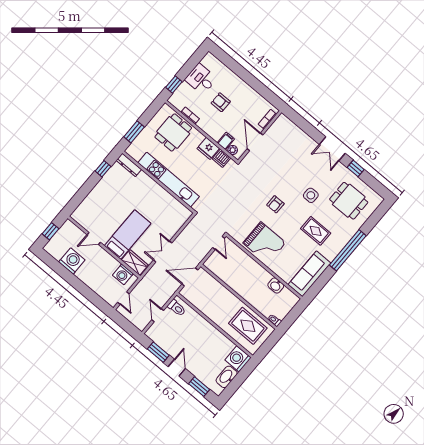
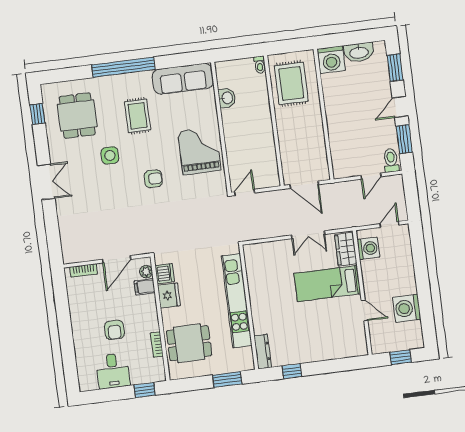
window: (356, 168) -> (37, 114), moved
toilet: (177, 308) -> (391, 160), moved

